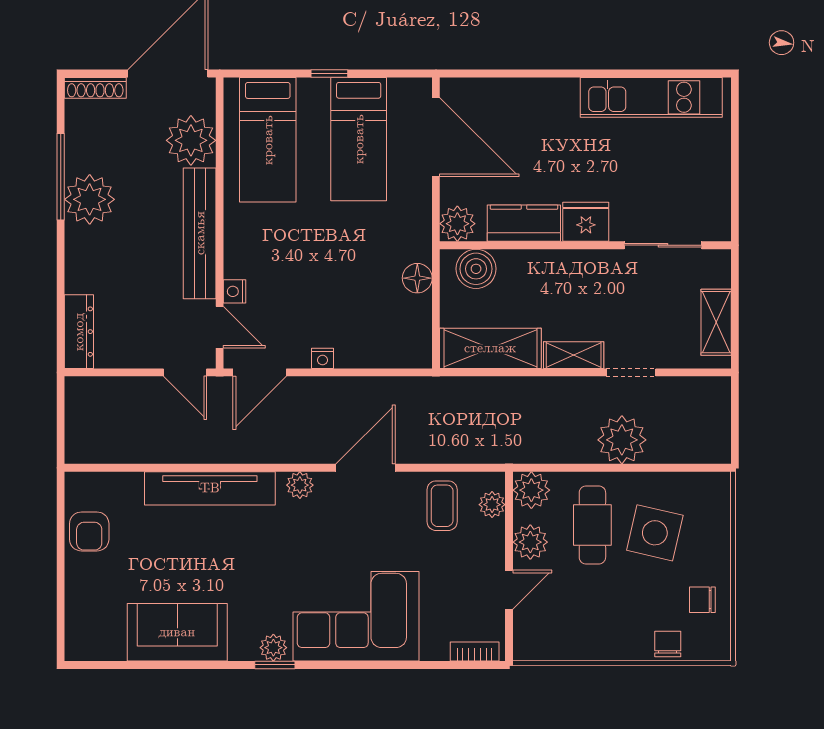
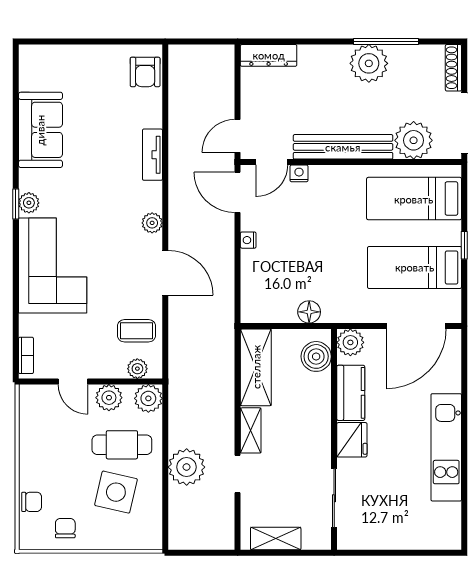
kitchen unit: (651, 97) -> (446, 447), moved
tv unit: (210, 488) -> (152, 155), width x0.52, depth x0.78
armchair: (89, 531) -> (145, 72), moved, turned -90

